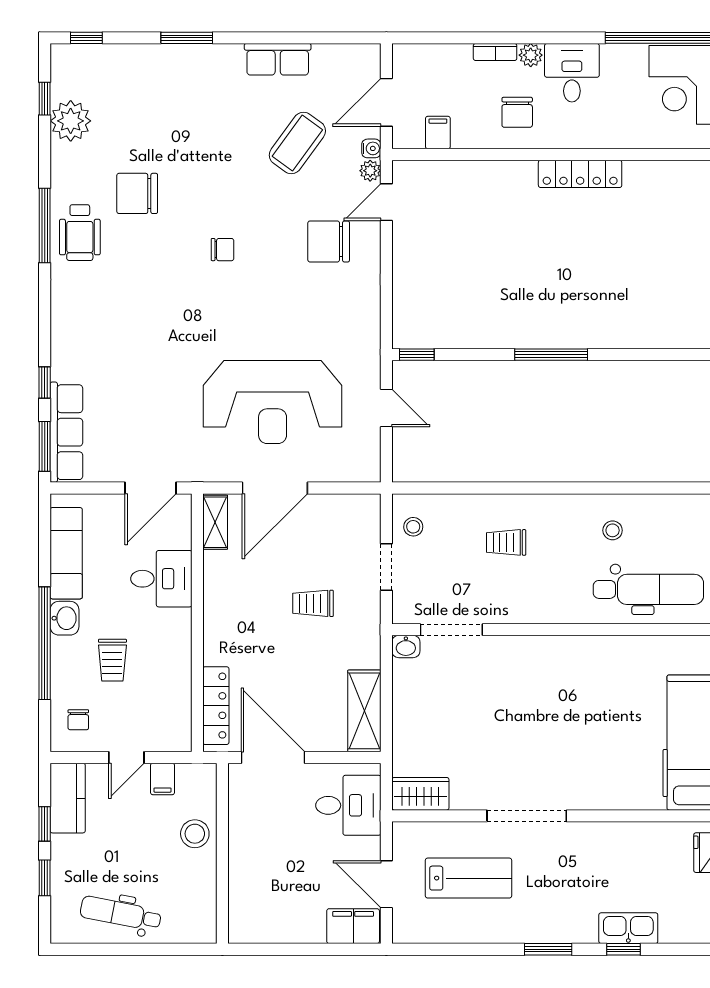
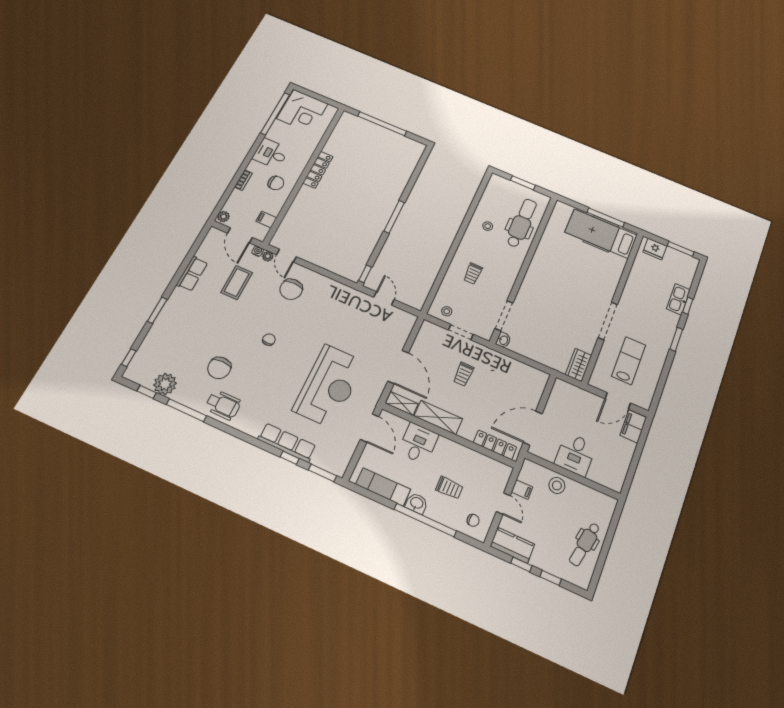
plant: (531, 55) -> (223, 217), moved
coffee table: (297, 143) -> (237, 282), turned 54
window: (45, 226) -> (186, 410), moved
reception desk: (273, 402) -> (329, 386), moved
door: (386, 408) -> (384, 298), hinge flipped
row of seats: (66, 432) -> (287, 443), moved
shelving: (364, 711) -> (438, 417), moved
desk: (348, 805) -> (575, 454), moved, turned 180

